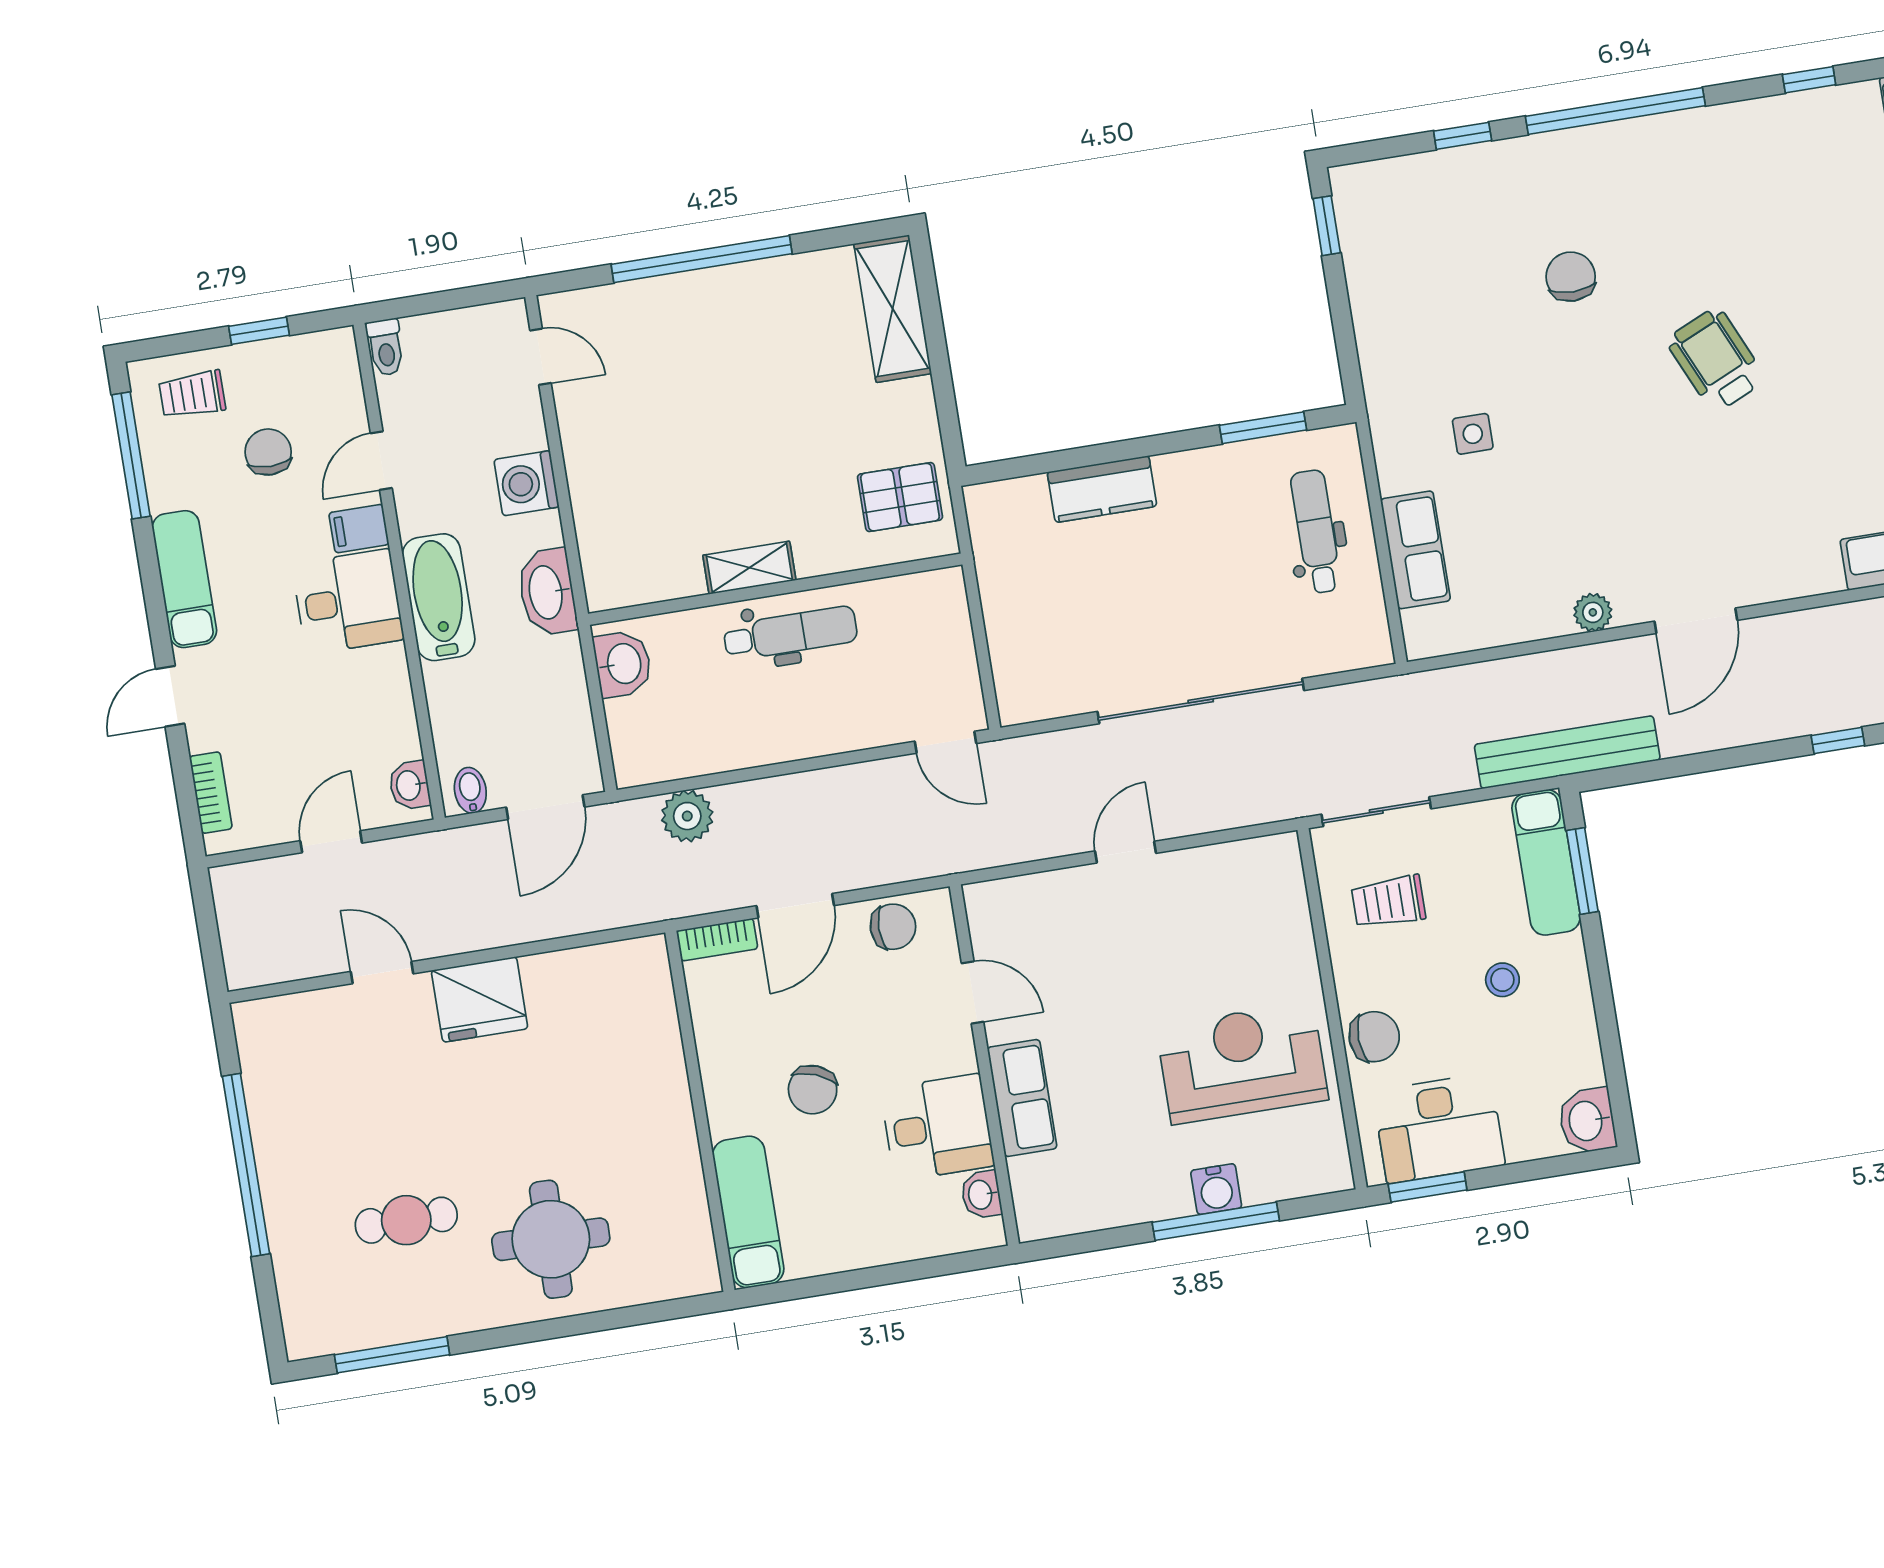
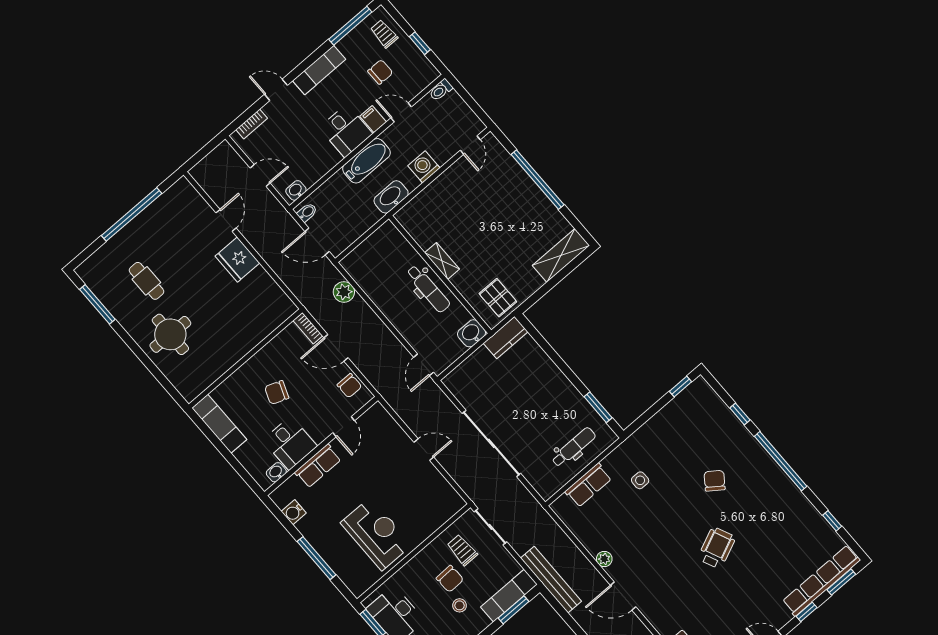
chair: (1571, 277) -> (715, 481), turned -54
kitchen counter: (1102, 489) -> (506, 337), moved, turned -90
washbasin: (623, 664) -> (472, 333), moved, turned 180
chair: (1374, 1037) -> (450, 579), moved
water cooler: (1216, 1189) -> (294, 512), moved
exam couch: (748, 1212) -> (219, 424), moved, turned -90

